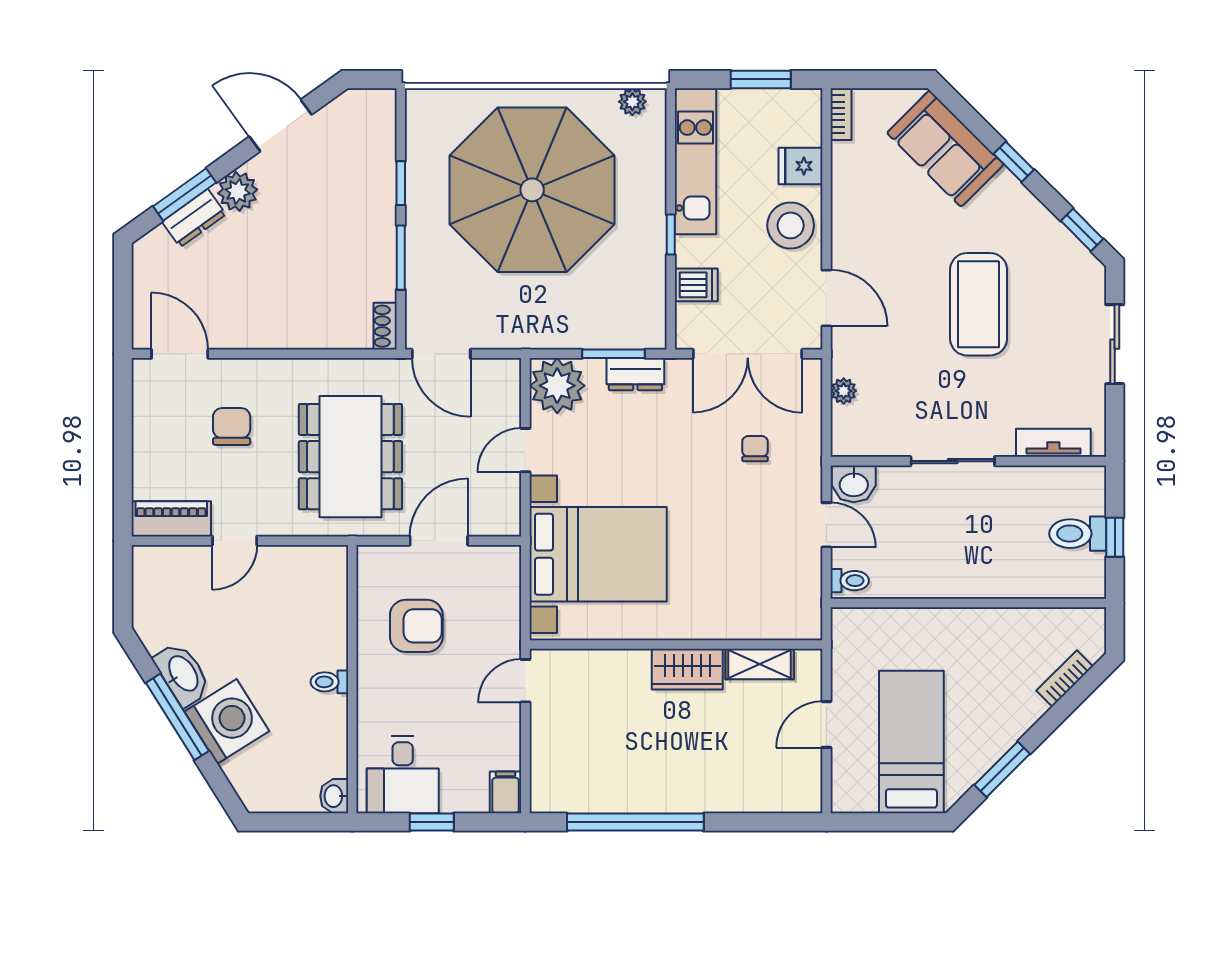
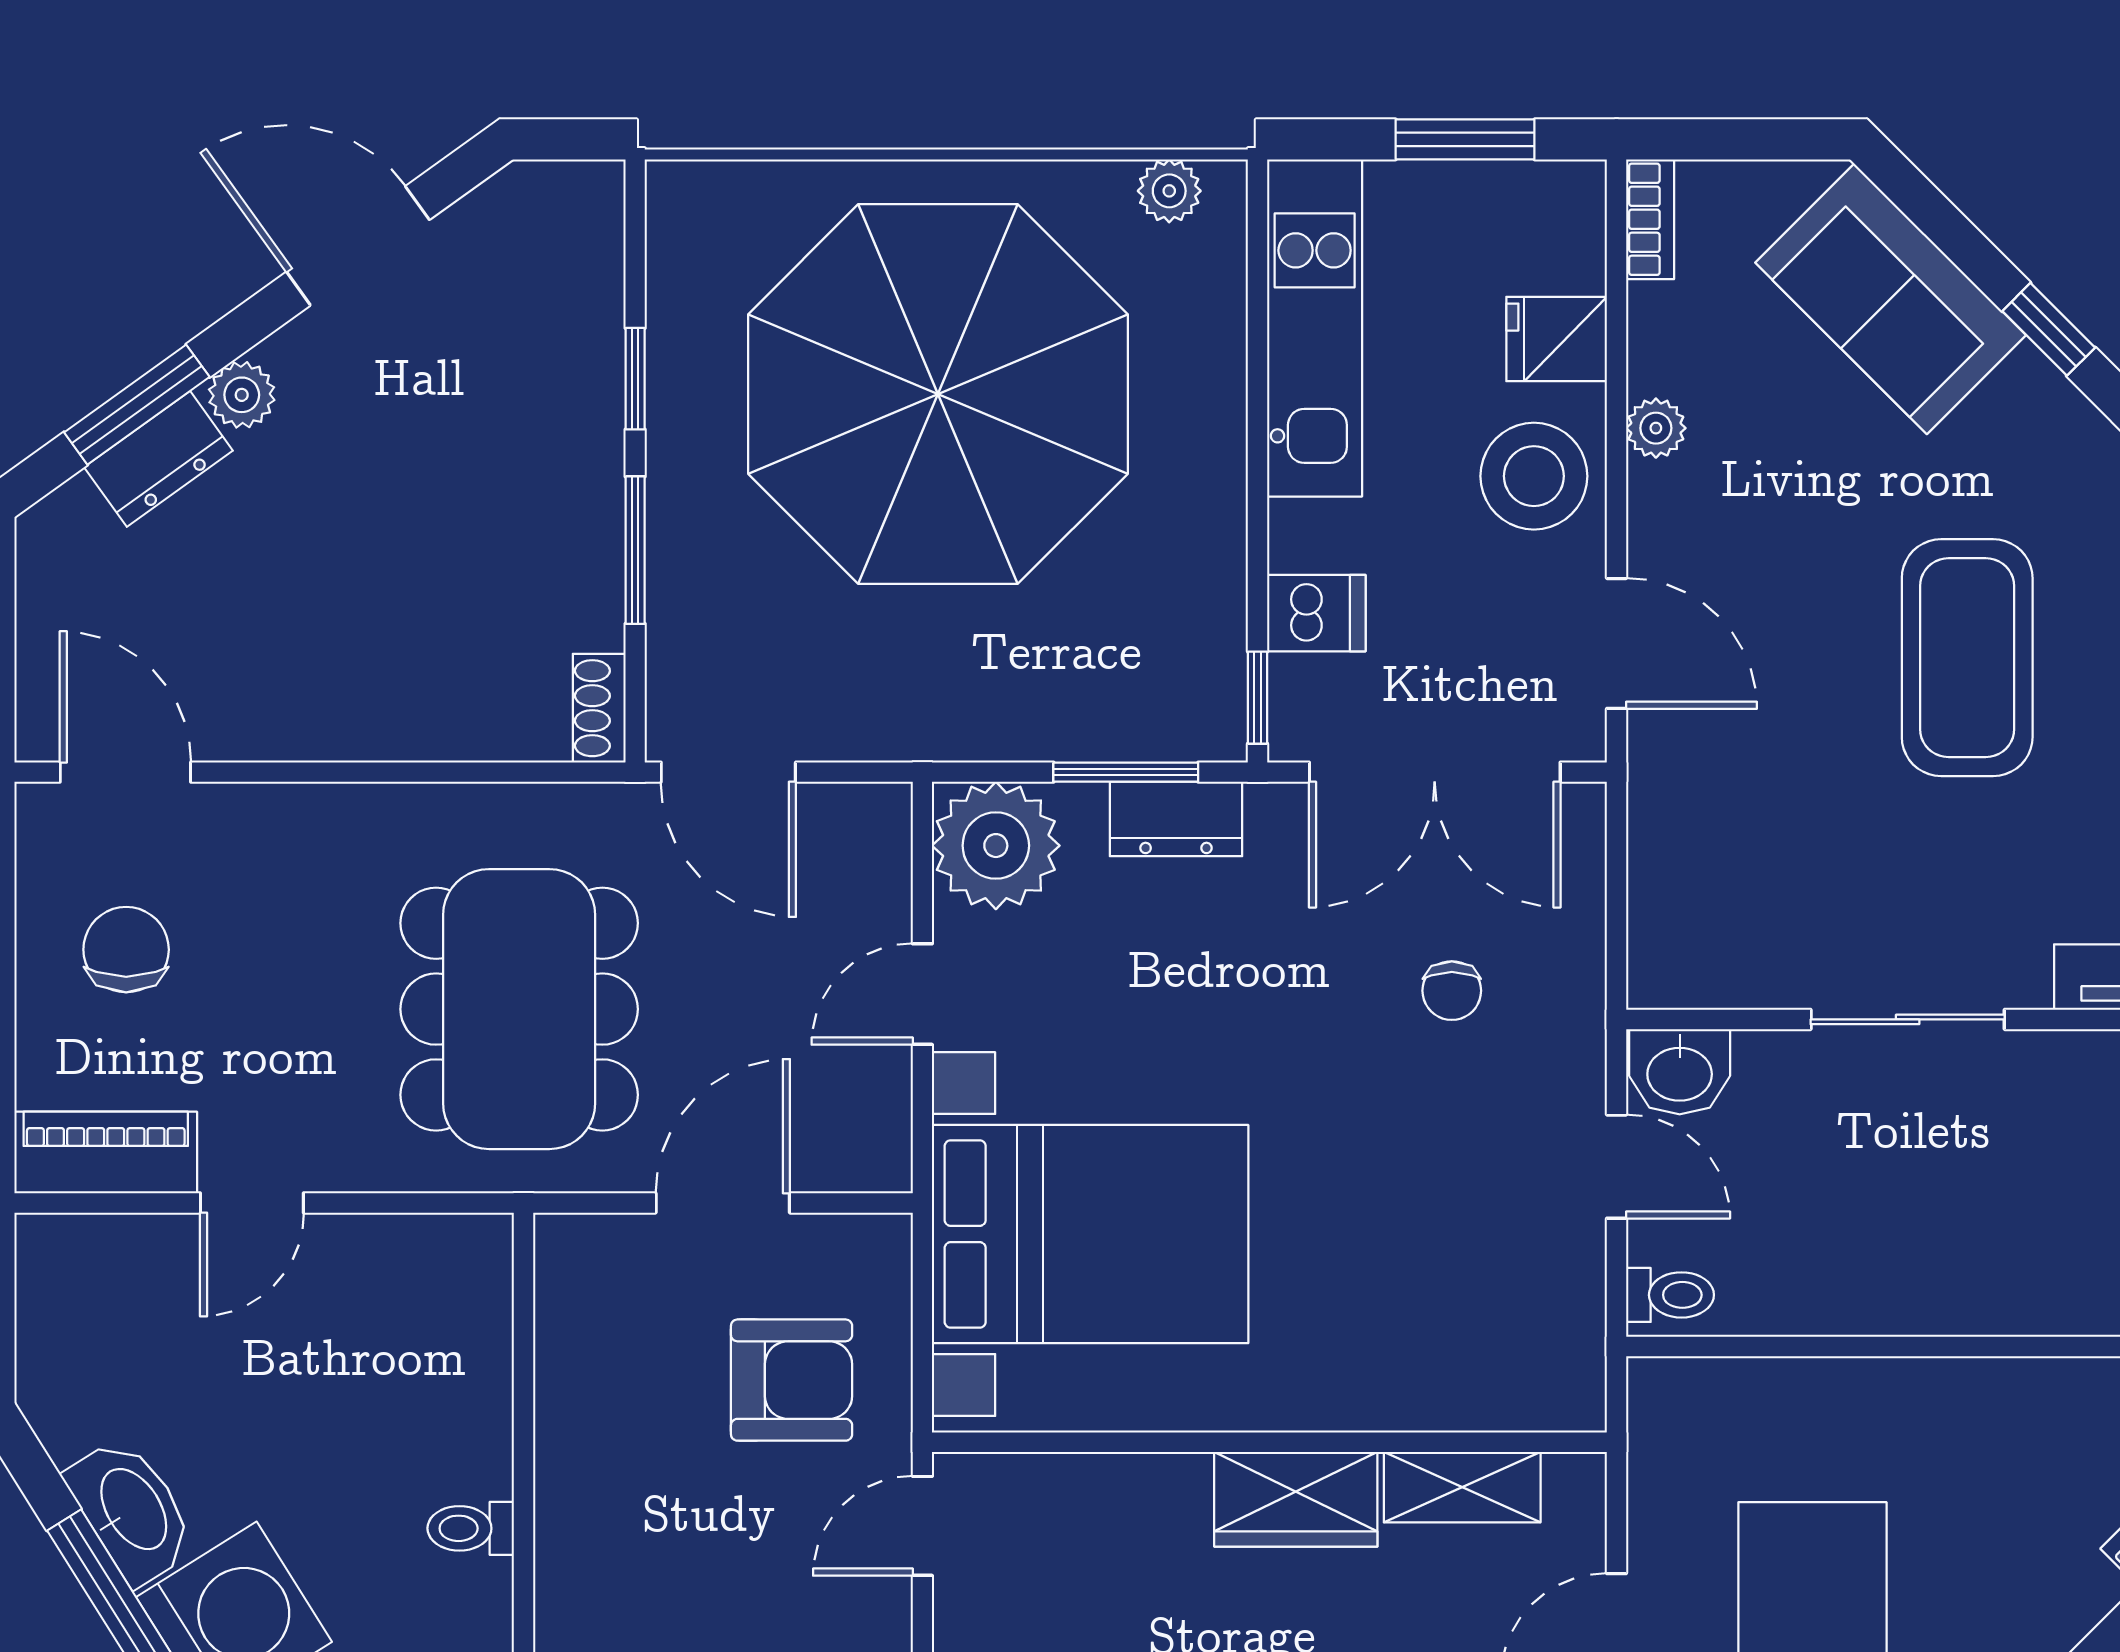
plant: (238, 191) -> (242, 395), width x0.73, depth x0.73
window: (671, 235) -> (1258, 698), moved
plant: (844, 391) -> (1656, 428), moved
chair: (232, 427) -> (126, 950), moved
chair: (755, 449) -> (1452, 991), turned 180
armchair: (416, 626) -> (792, 1380), moved

